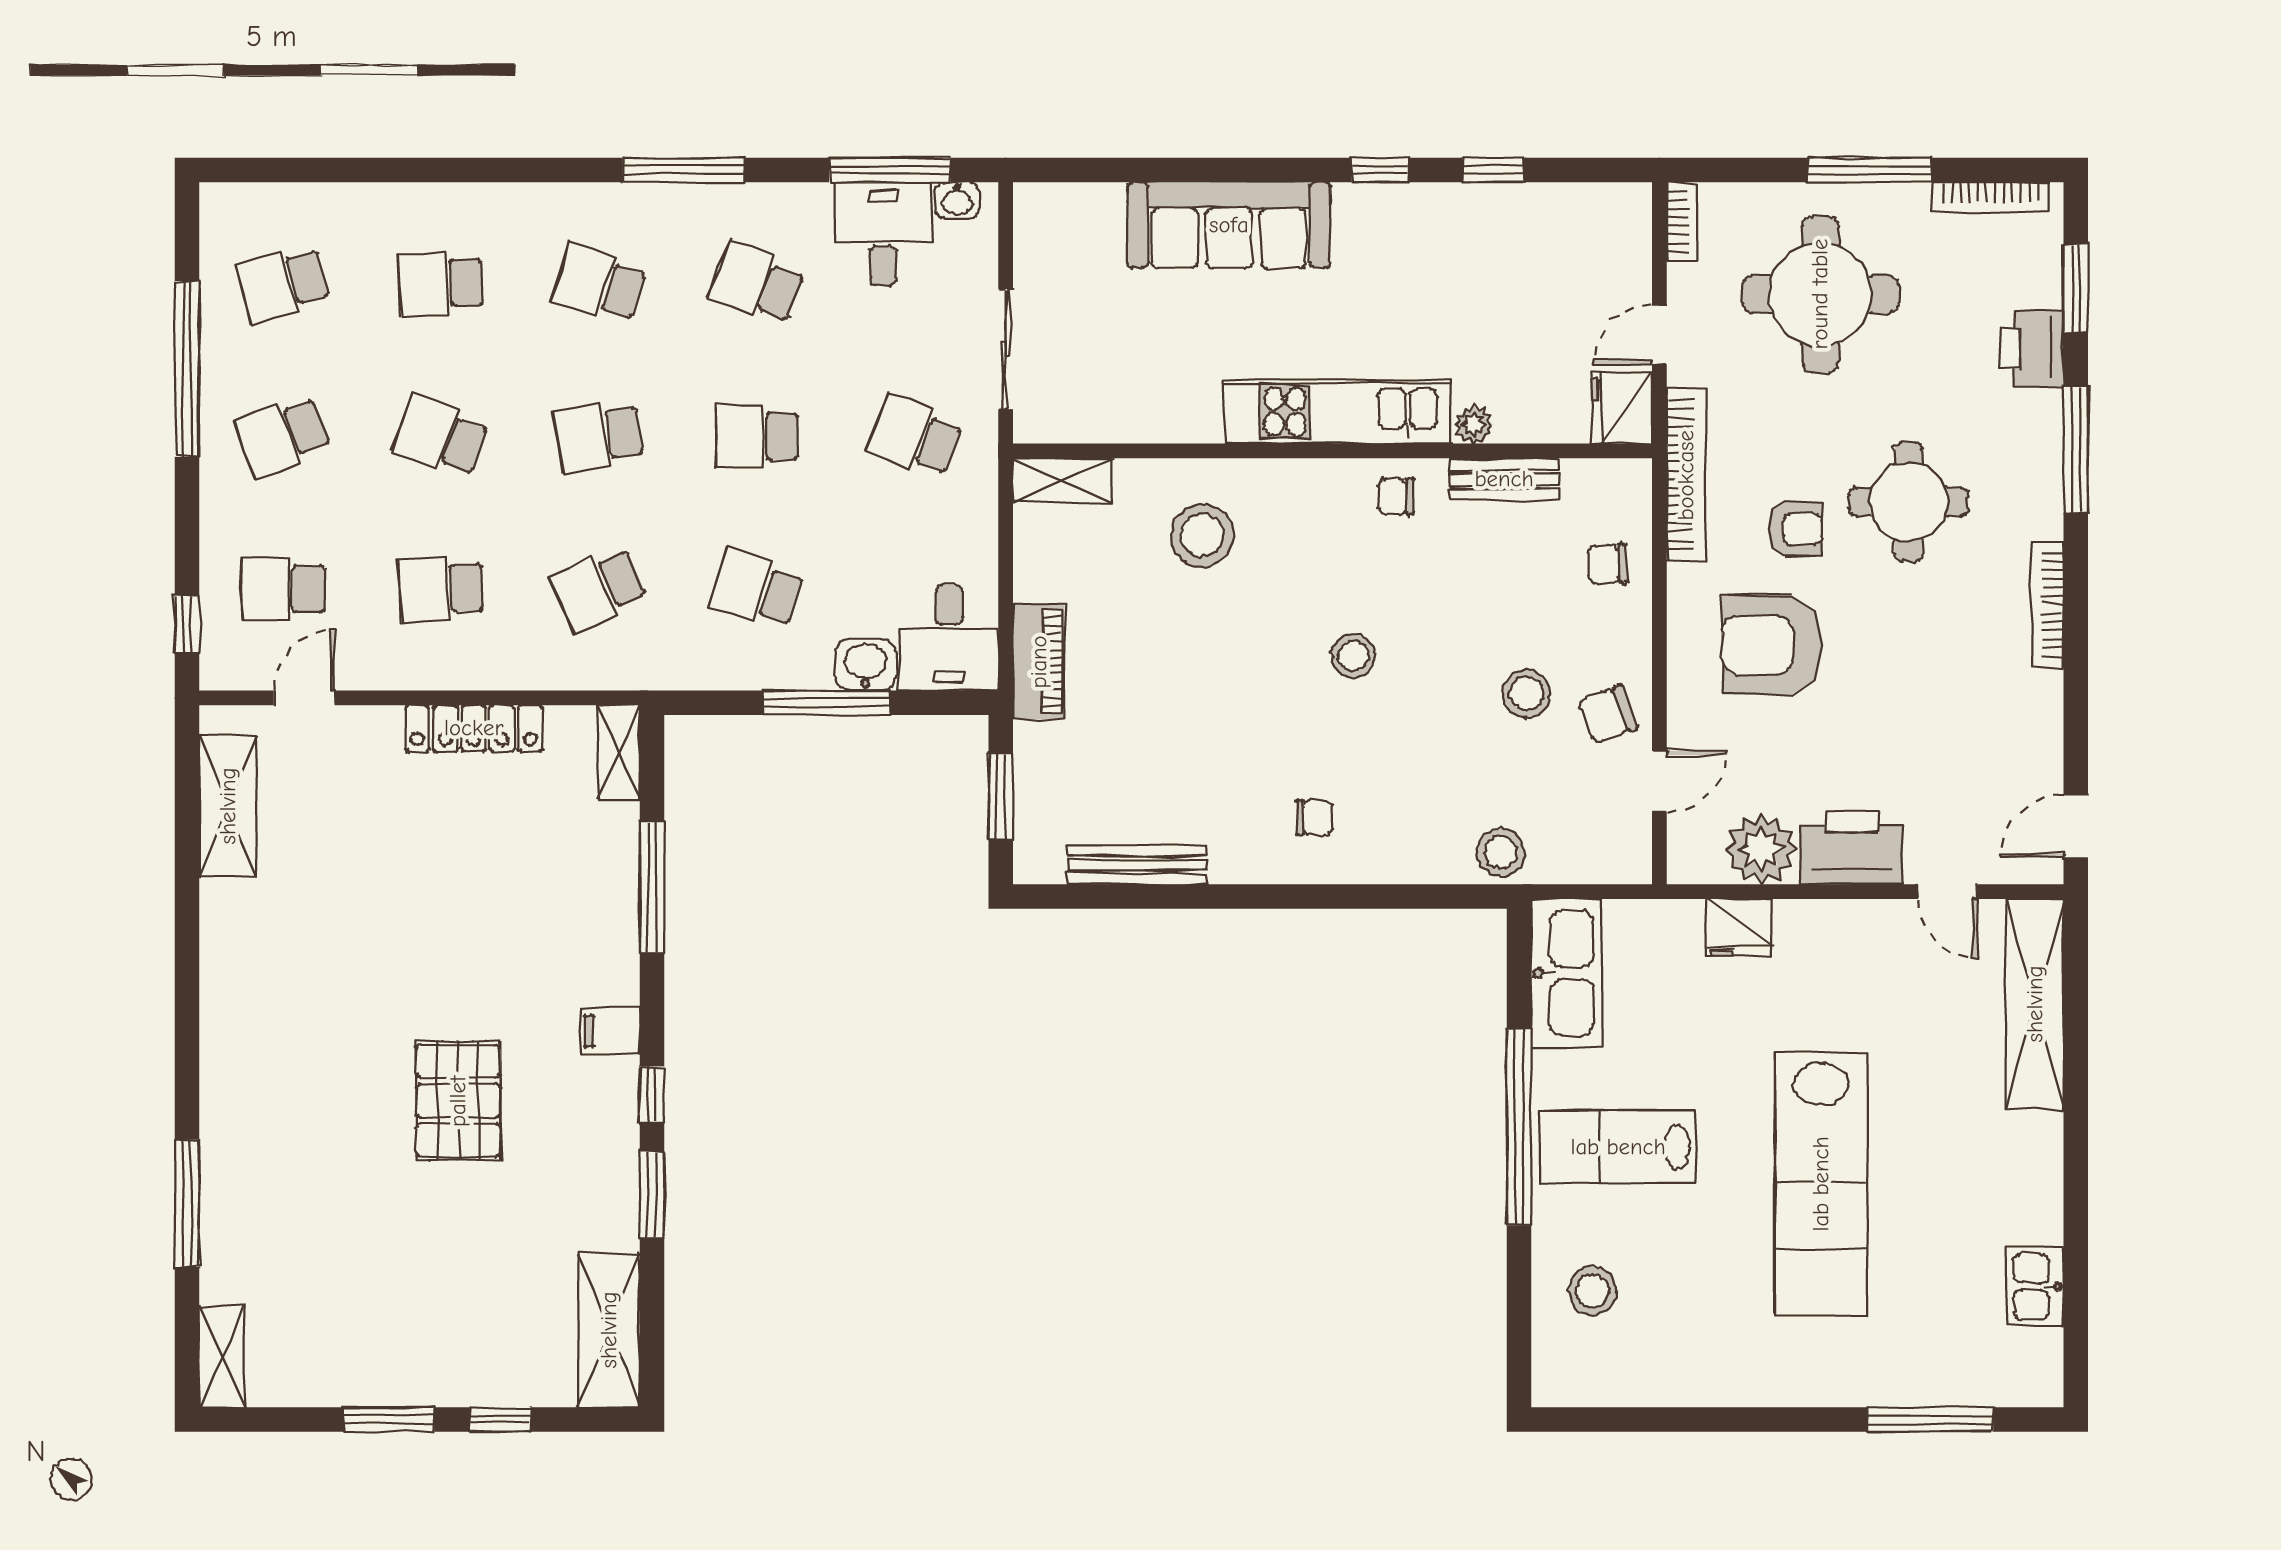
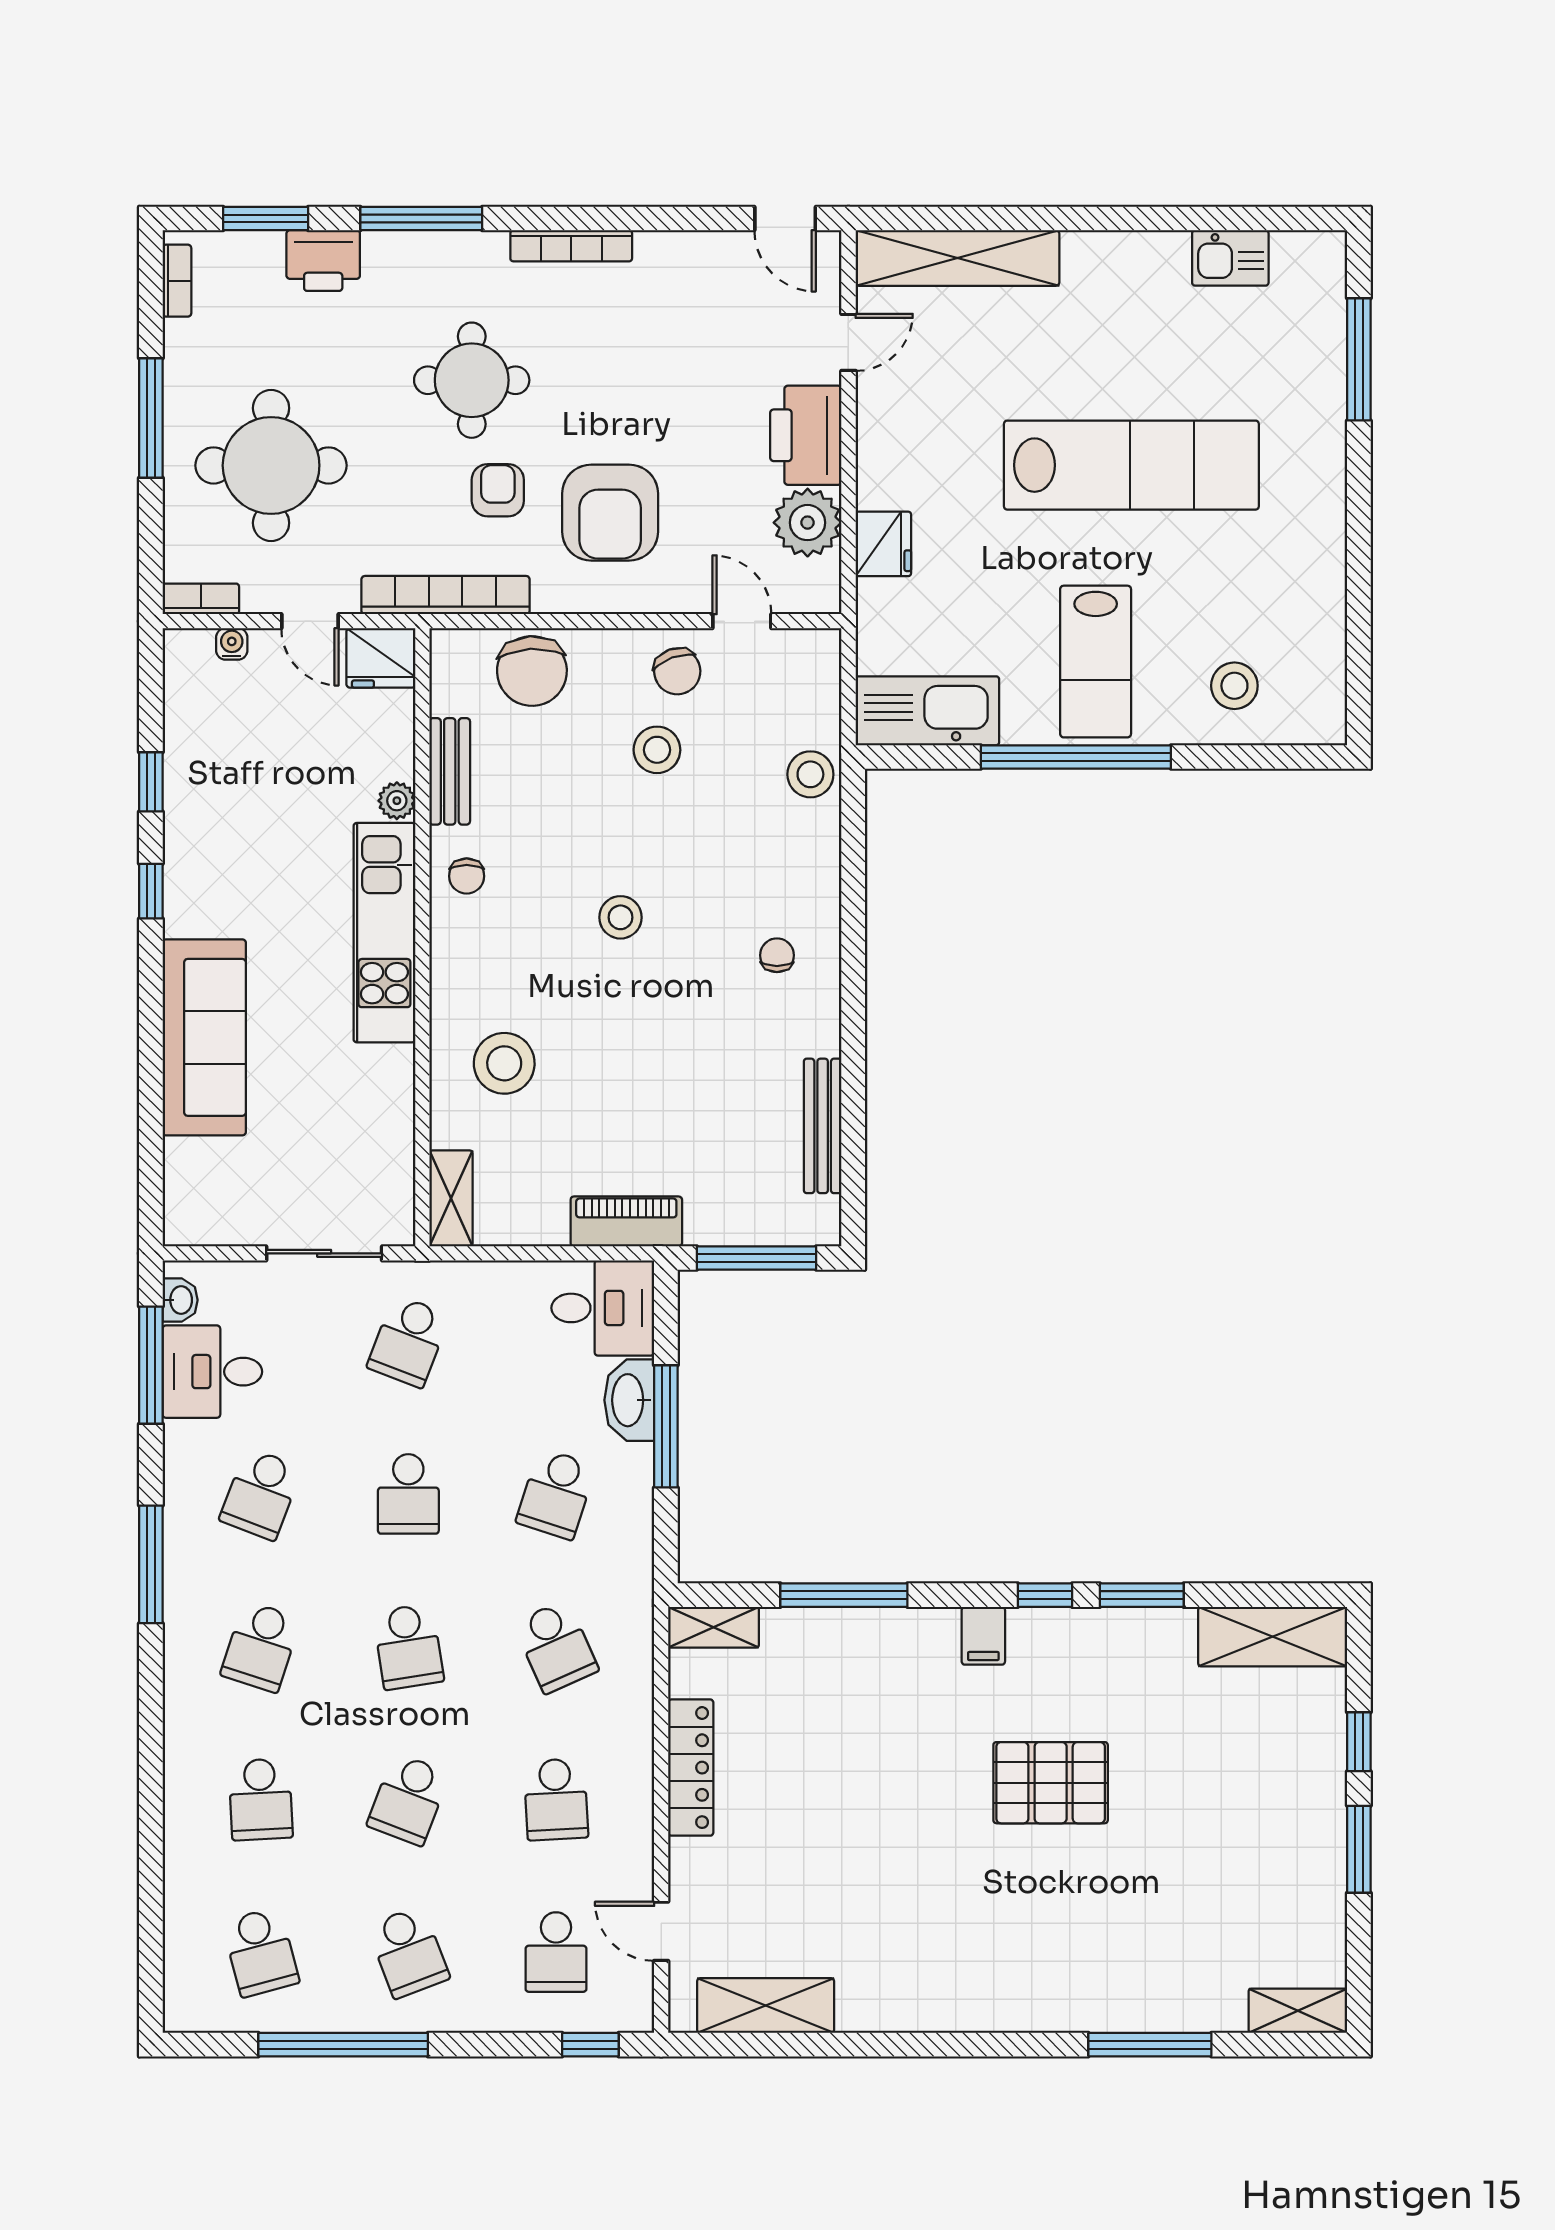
bookcase: (1991, 197) -> (177, 281), width x0.64
water cooler: (1636, 254) -> (232, 644), added
chair: (1608, 564) -> (532, 671), width x1.87, depth x1.87
washbasin: (865, 665) -> (629, 1400), width x1.38
window: (1001, 796) -> (756, 1258), width x1.44

